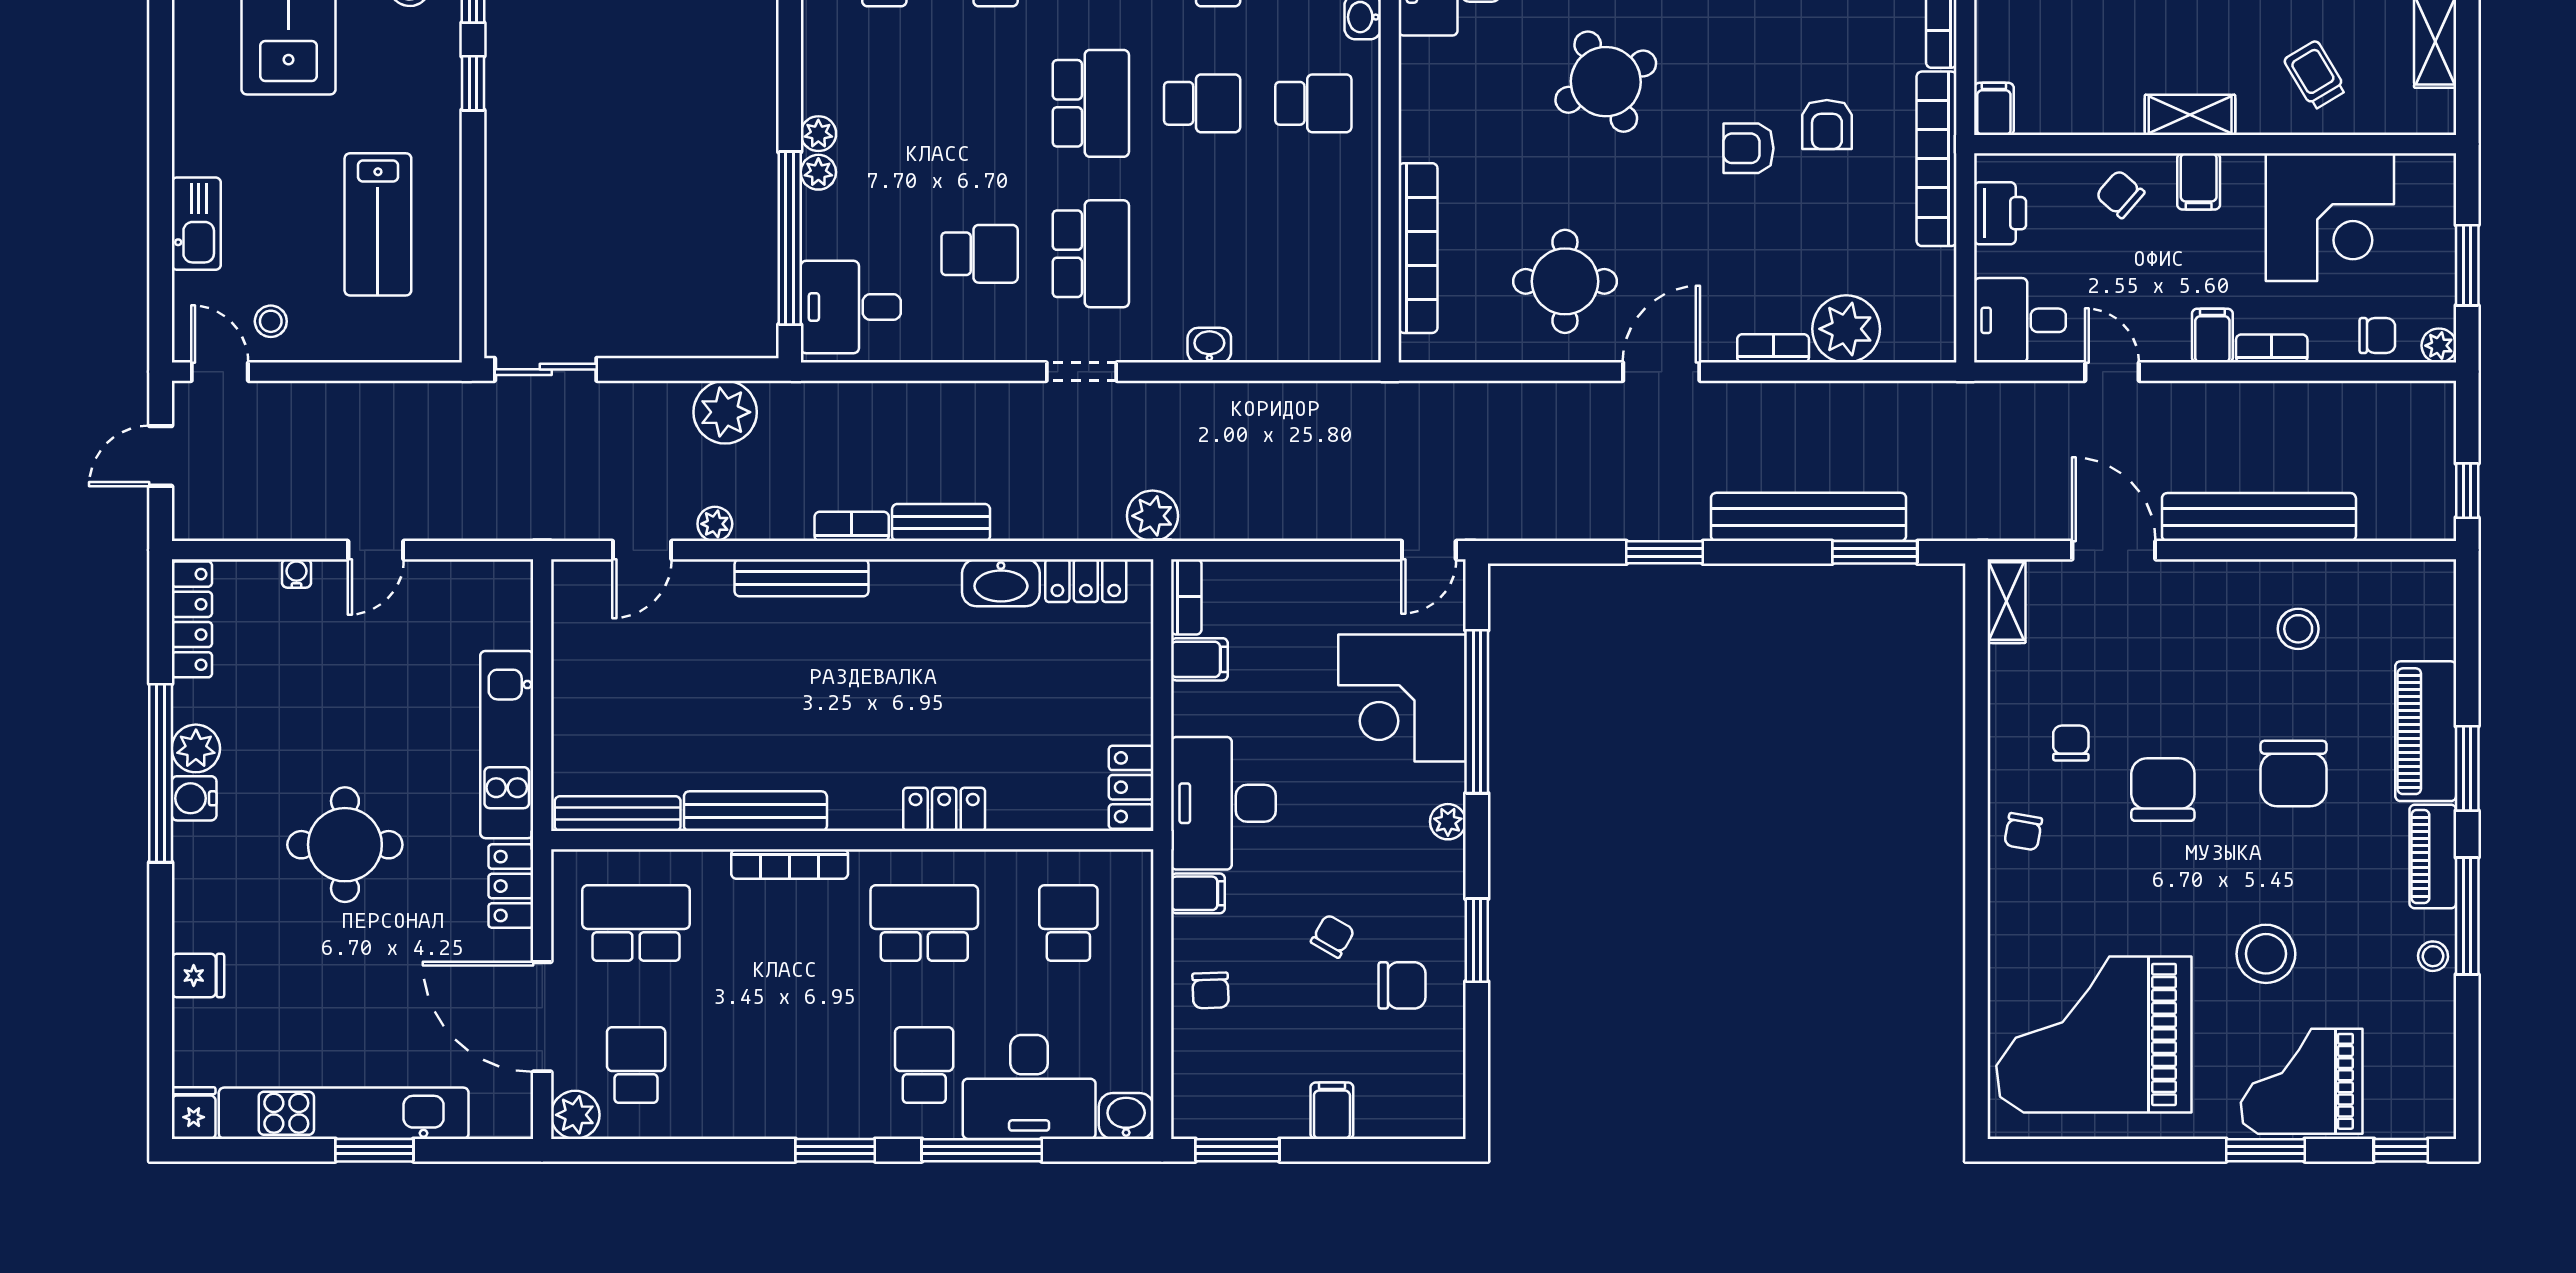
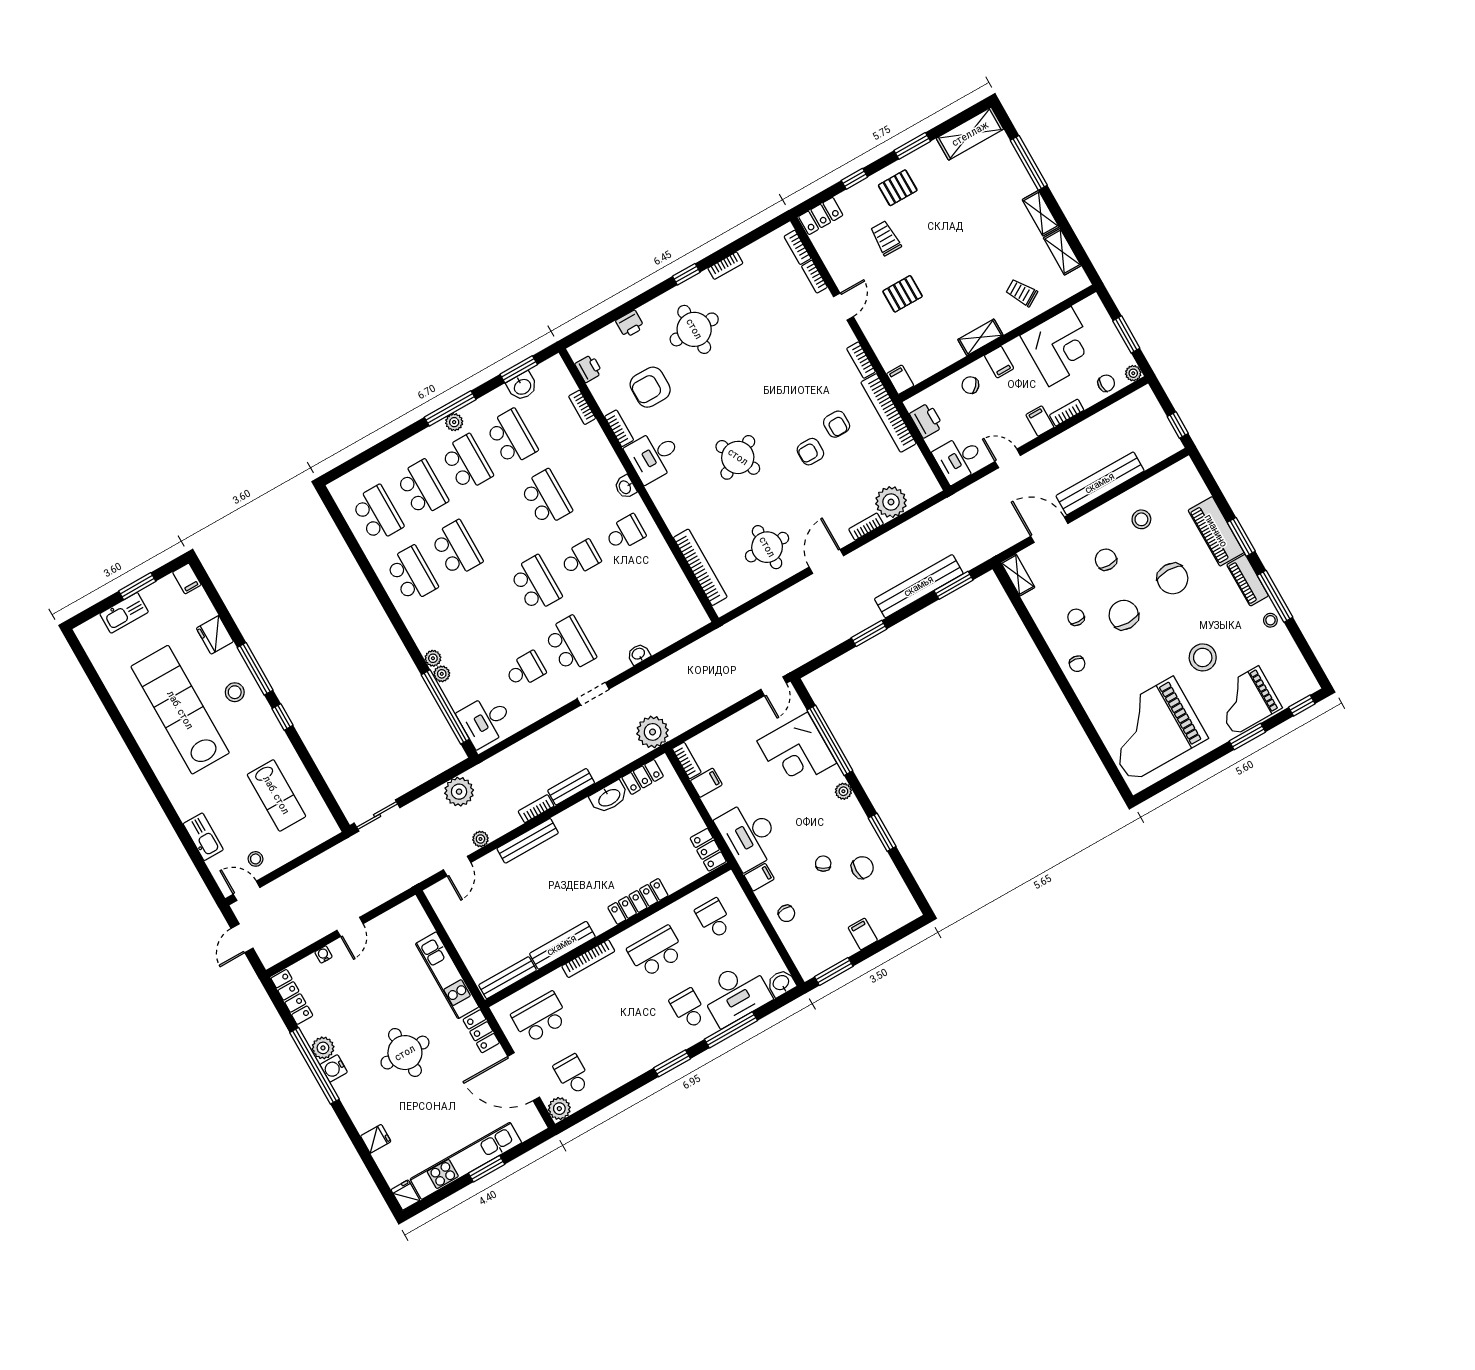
plant: (1153, 516) -> (653, 732), width x1.36, depth x1.36
chair: (2188, 667) -> (1106, 560), added
locker: (944, 809) -> (638, 901), width x1.53

